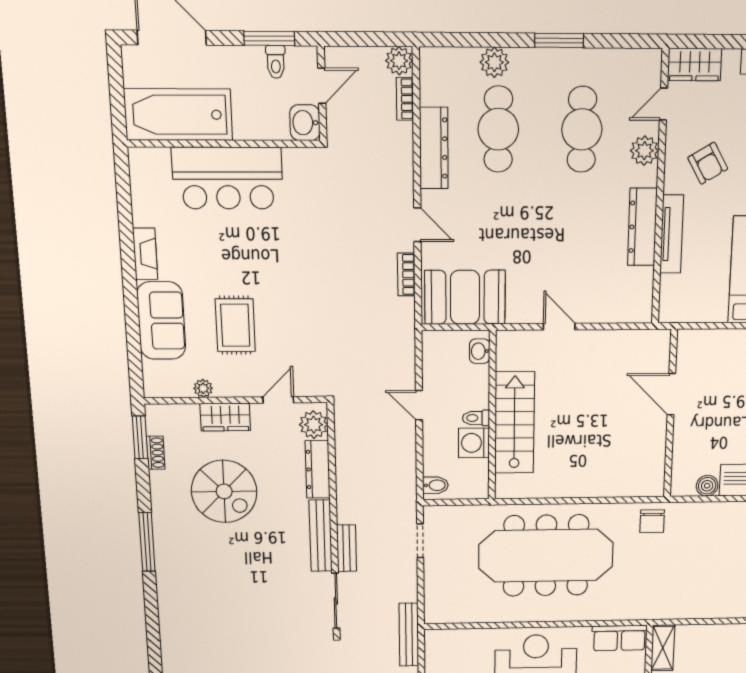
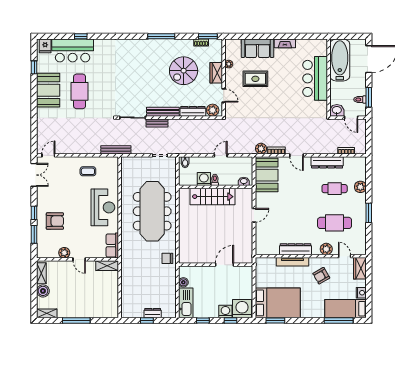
plant: (399, 61) -> (261, 149), moved
cafe table: (498, 129) -> (335, 189), width x0.73, depth x0.74
door: (417, 225) -> (296, 155), hinge flipped

